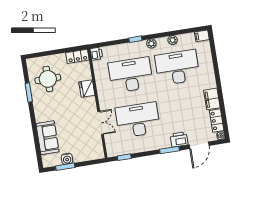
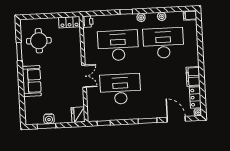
fridge: (87, 89) -> (78, 115), moved
double door: (101, 123) -> (84, 76), moved
sofa: (47, 138) -> (32, 81), moved
printer: (179, 139) -> (158, 112), removed
door: (199, 145) -> (176, 119), swing flipped

